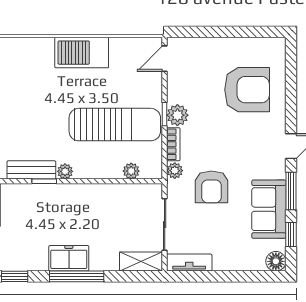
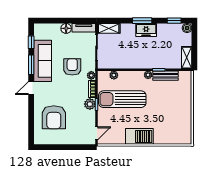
armchair: (247, 90) -> (54, 117), turned -90
sofa: (269, 209) -> (43, 61), width x1.36
floor lamp: (276, 261) -> (66, 28), moved
window: (77, 276) -> (142, 21), width x0.69

